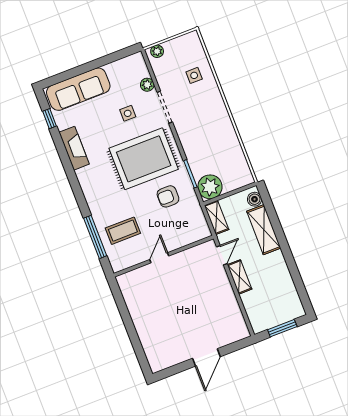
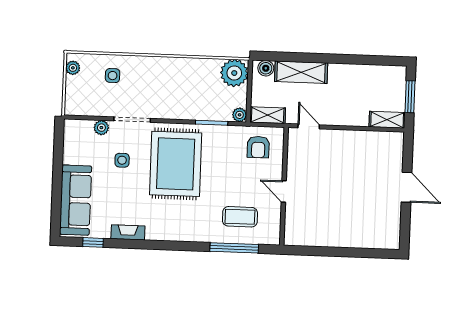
plant: (157, 51) -> (73, 68), moved
fireplace: (74, 148) -> (128, 232), width x0.73, depth x0.76
plant: (239, 175) -> (234, 73), added
plant: (210, 187) -> (240, 115), width x0.53, depth x0.53
armchair: (168, 196) -> (258, 147), moved
coffee table: (123, 231) -> (240, 217), turned 90
shelving: (240, 277) -> (387, 120), moved

